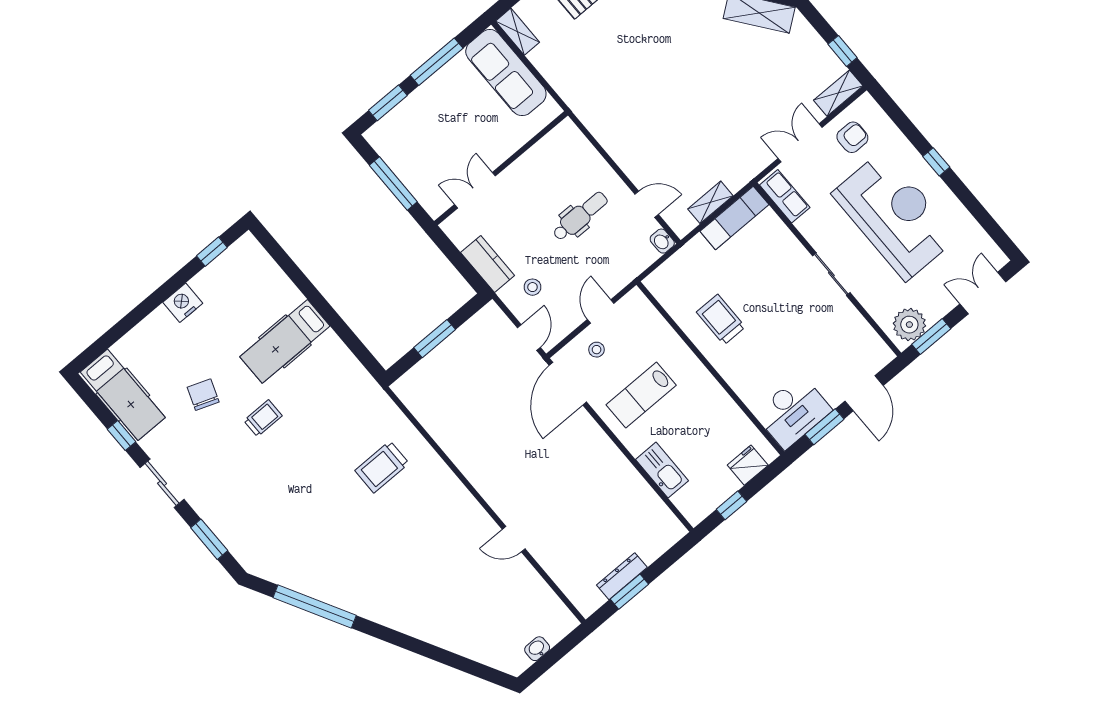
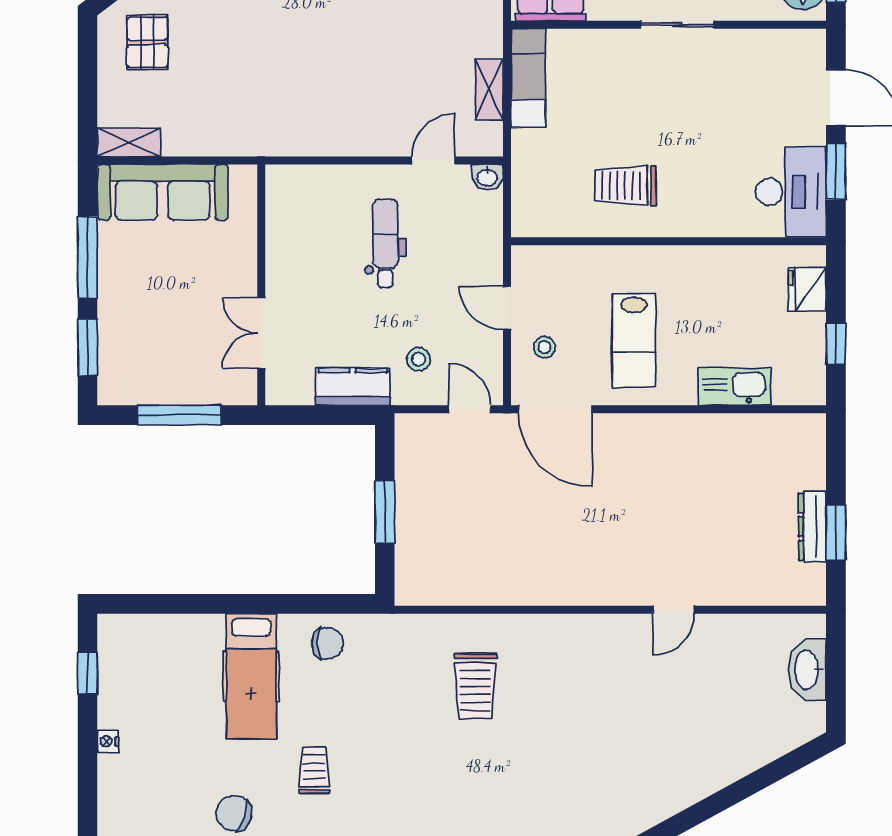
nightstand: (183, 303) -> (108, 741), width x0.53, depth x0.56
chair: (337, 367) -> (327, 643), added
washbasin: (537, 649) -> (807, 670), width x1.91, depth x1.45

